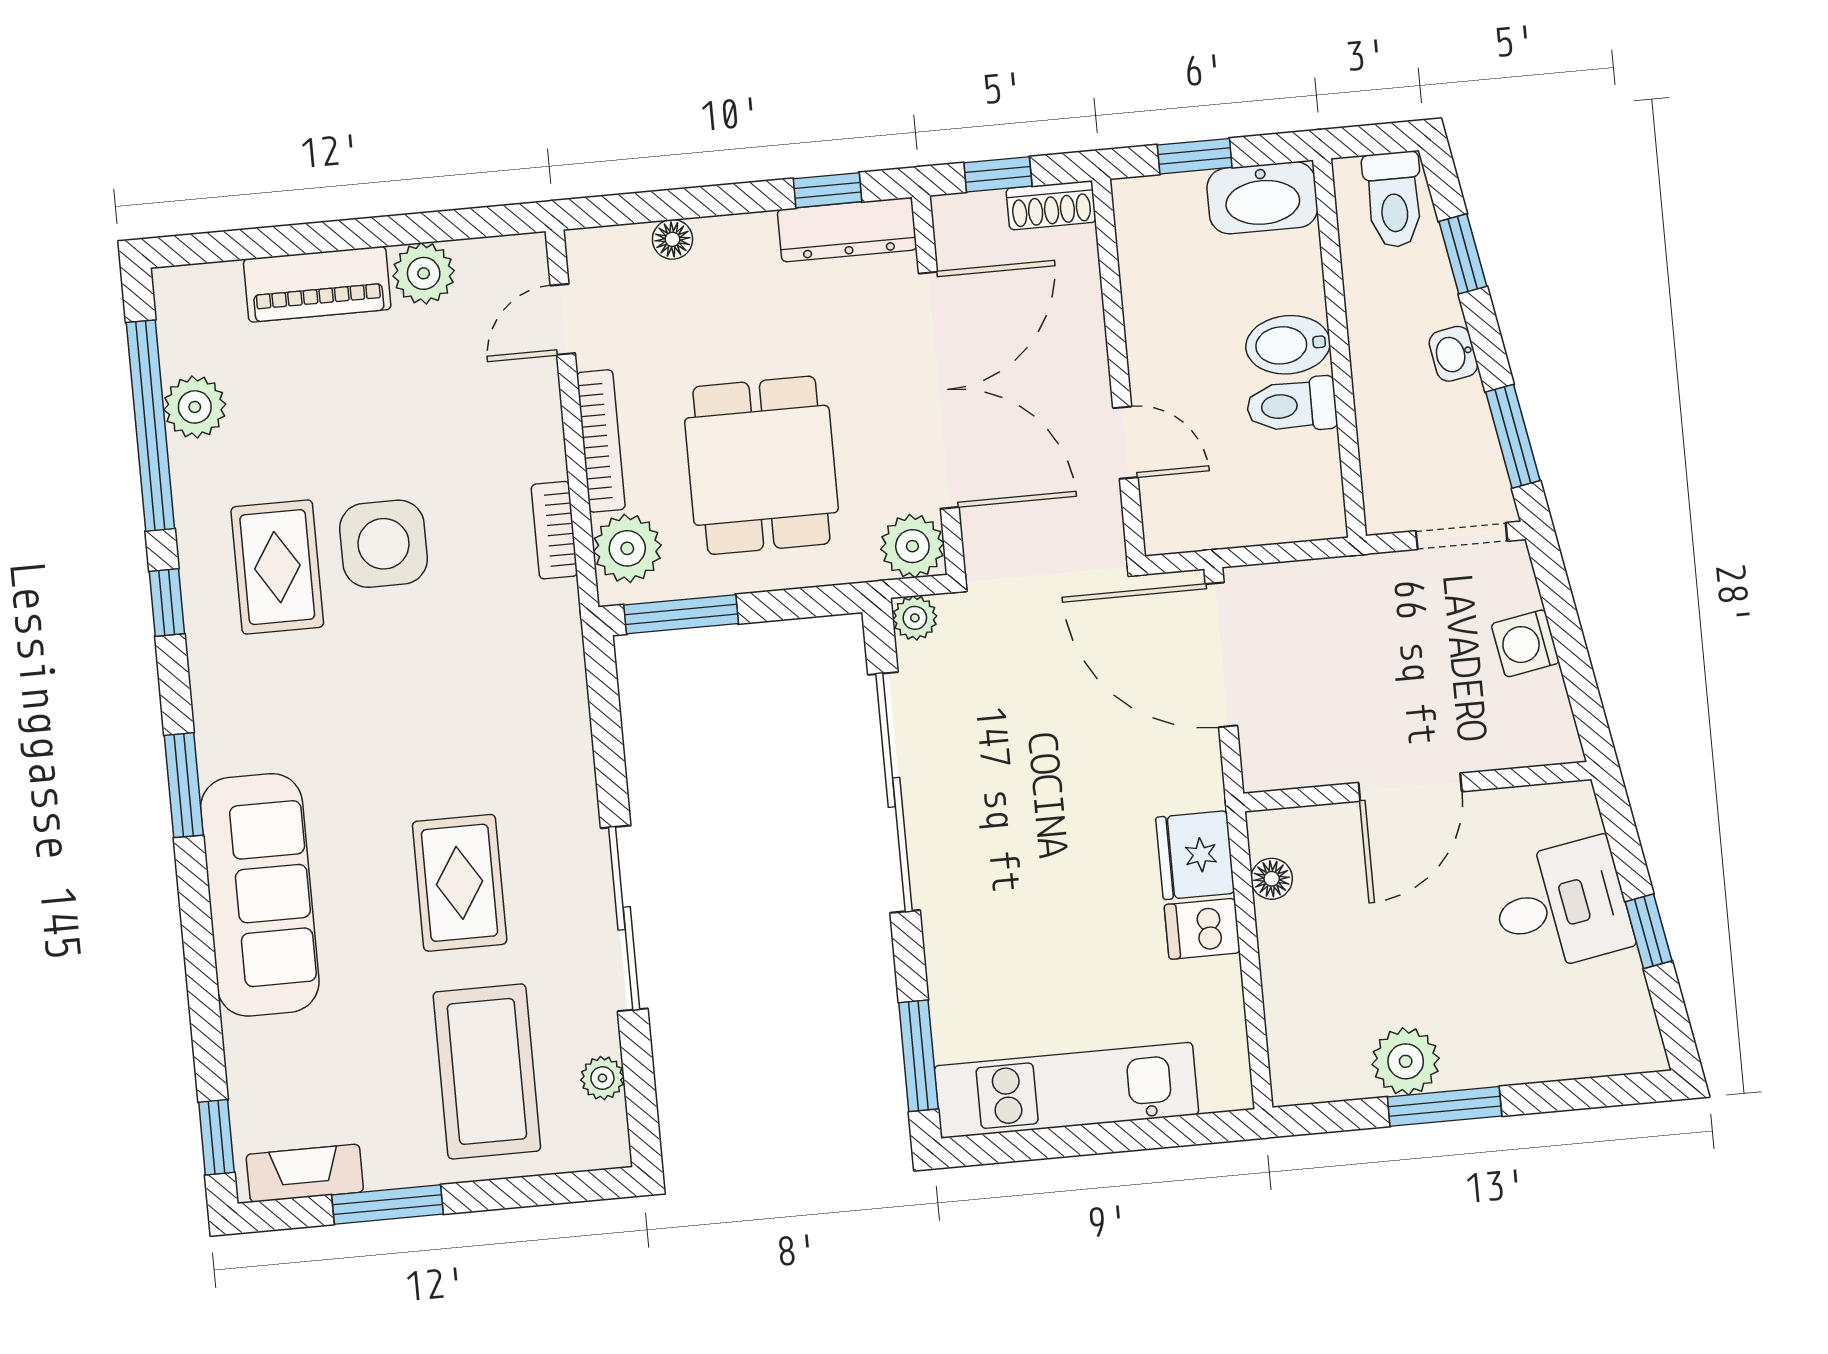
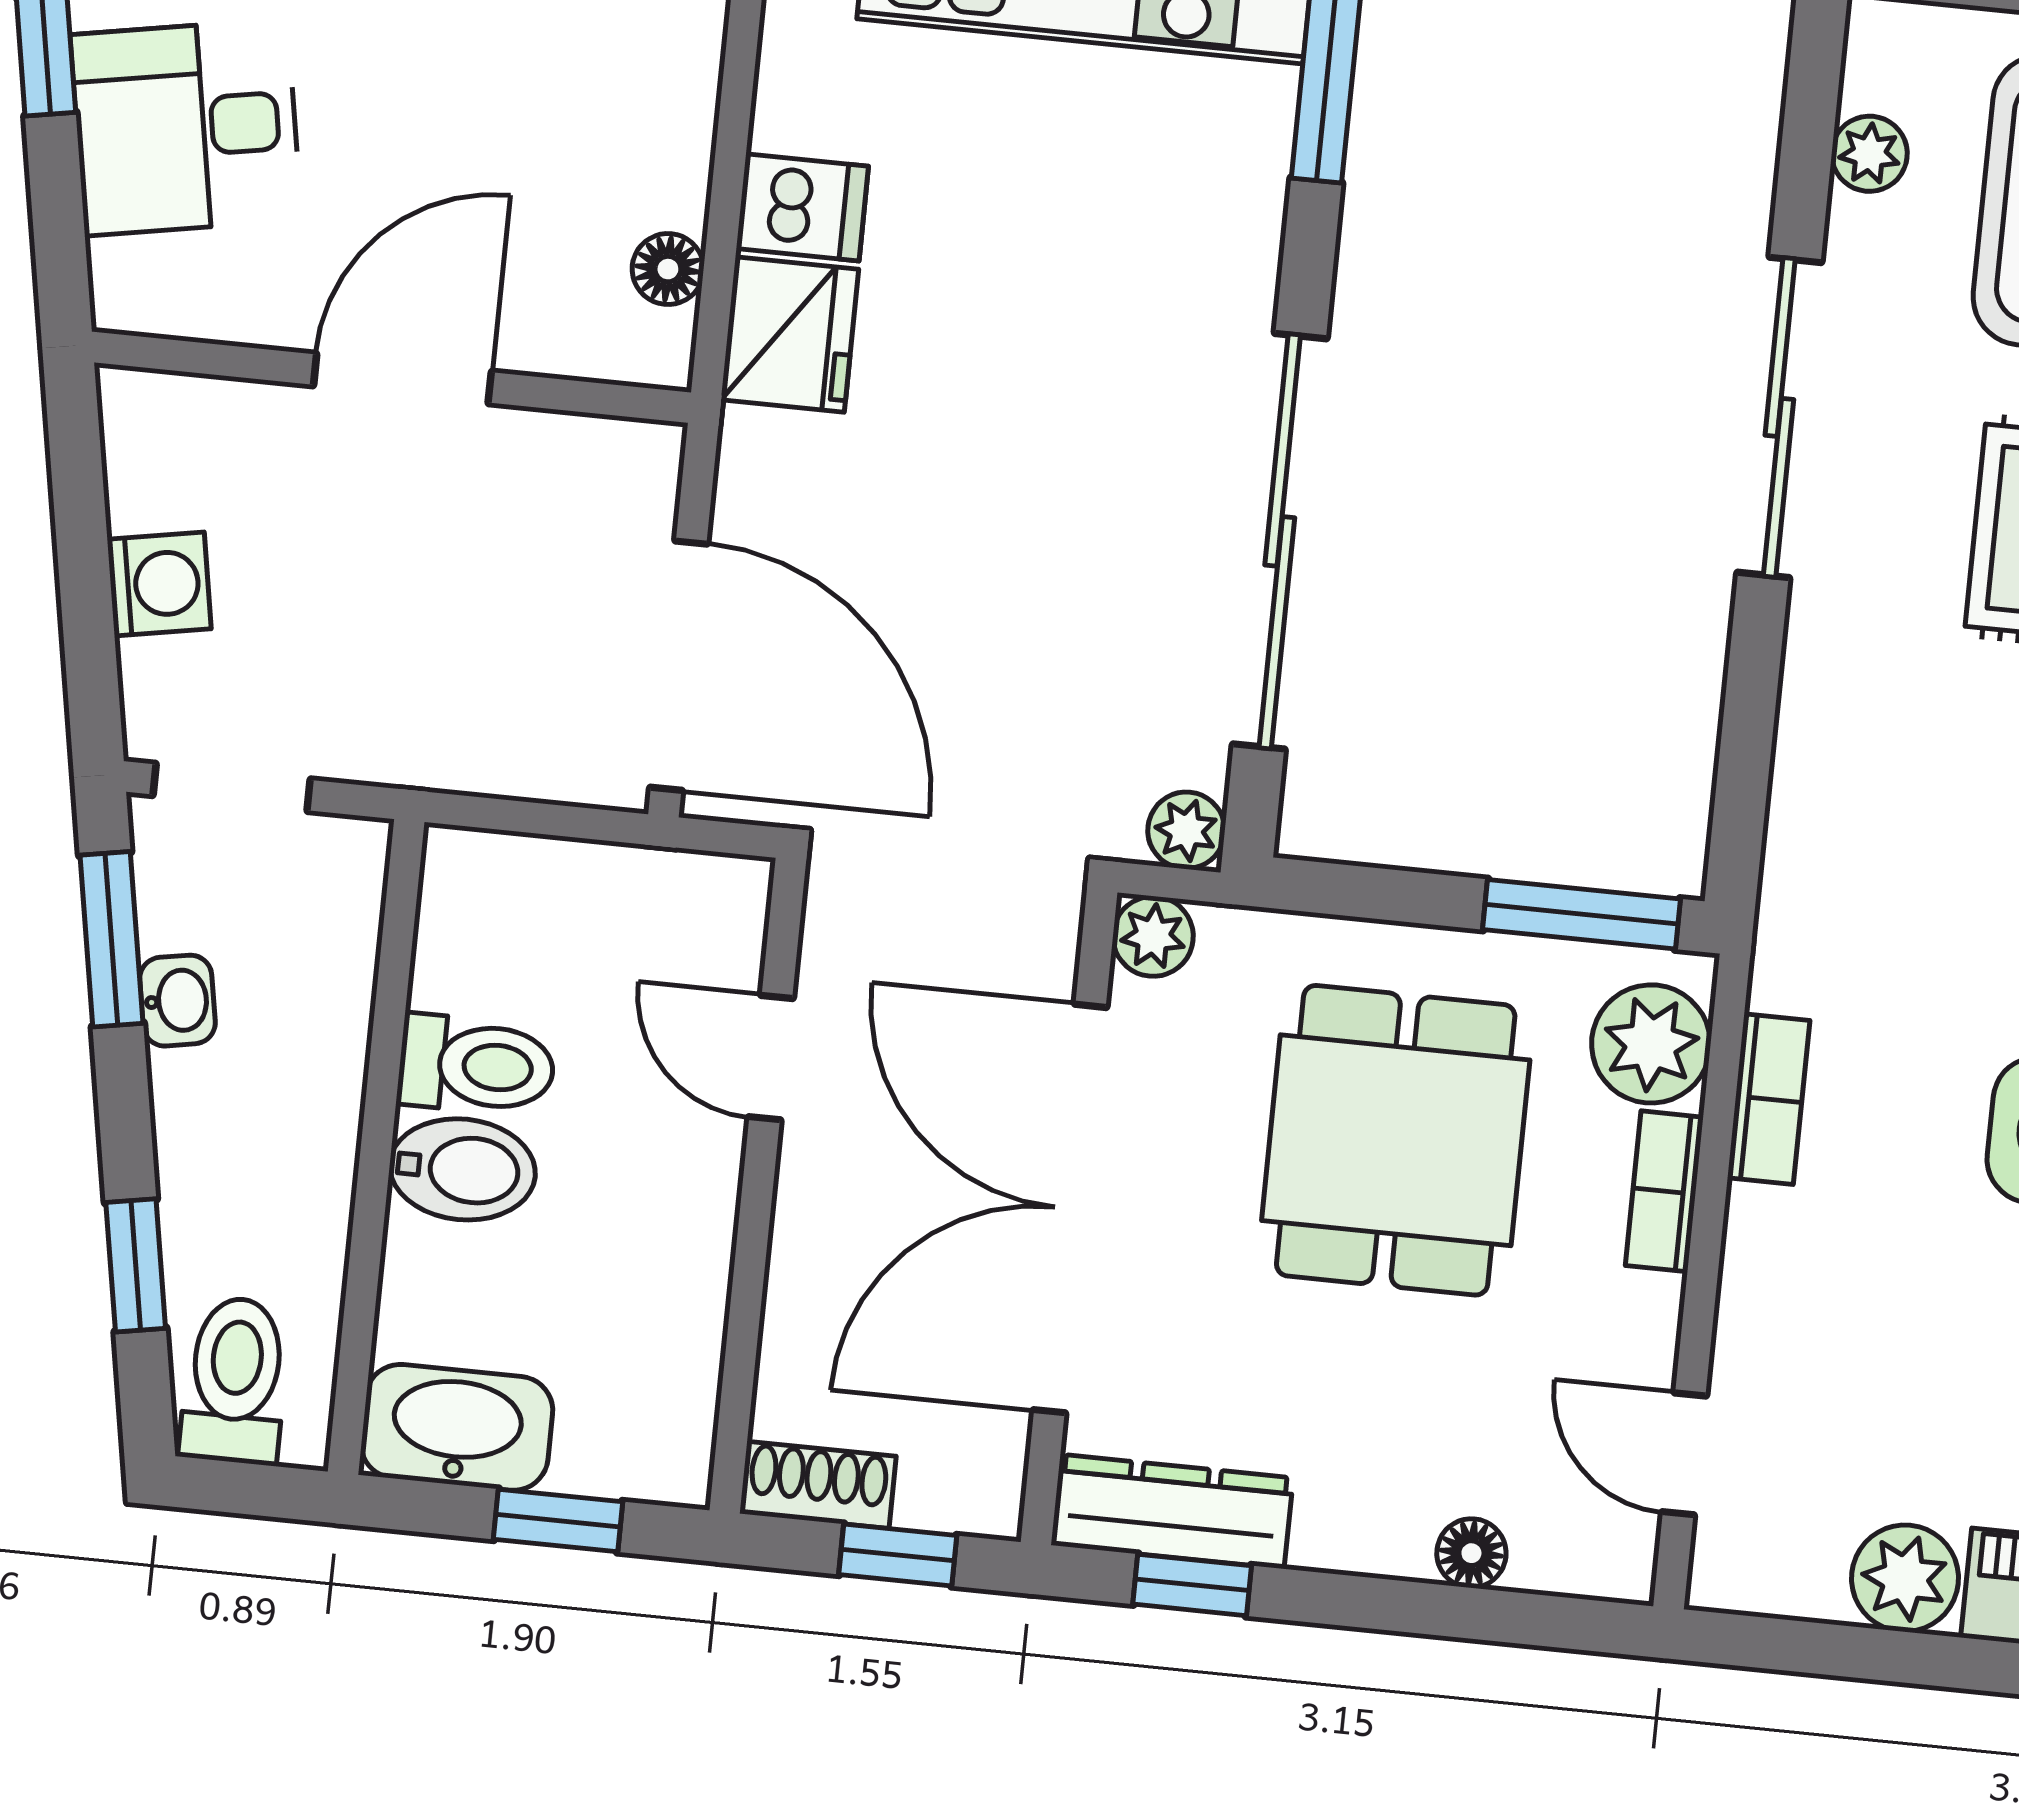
door: (563, 319) -> (1684, 1454), swing flipped
washbasin: (1453, 354) -> (177, 1001), moved
bookcase: (601, 441) -> (1664, 1191), width x0.64
plant: (912, 546) -> (1153, 936), width x0.73, depth x0.73

